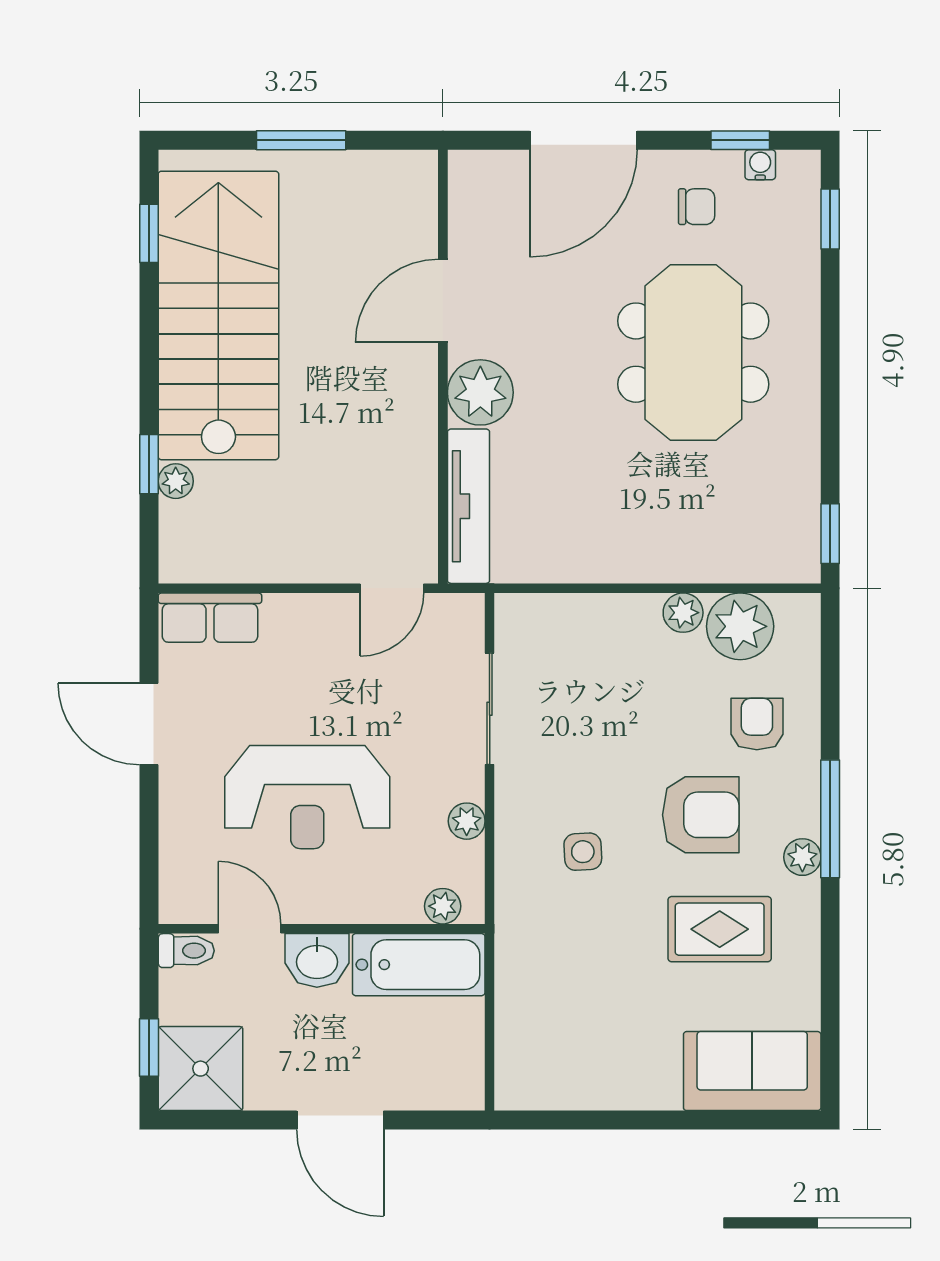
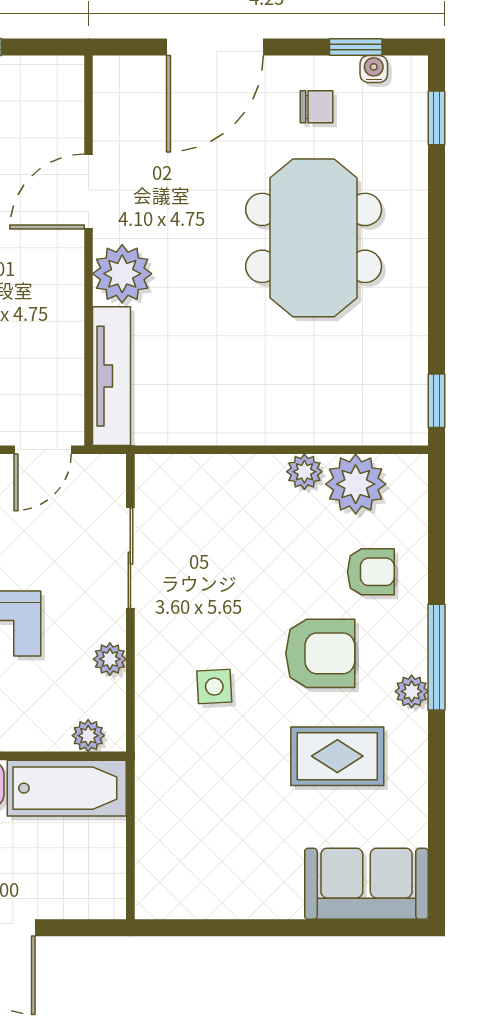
armchair: (757, 724) -> (371, 572), turned 90

